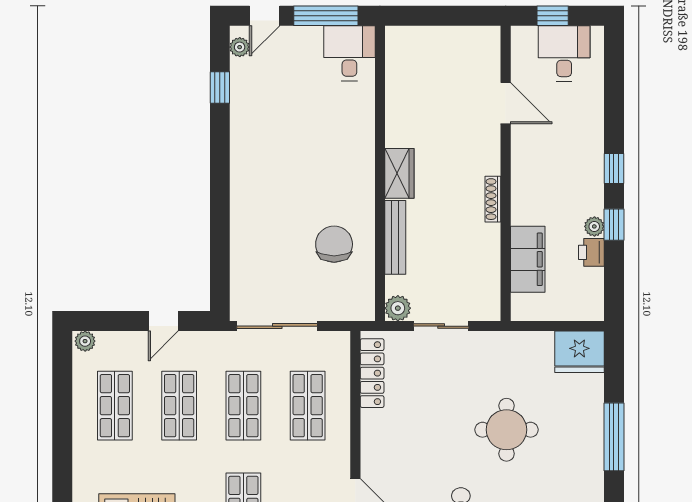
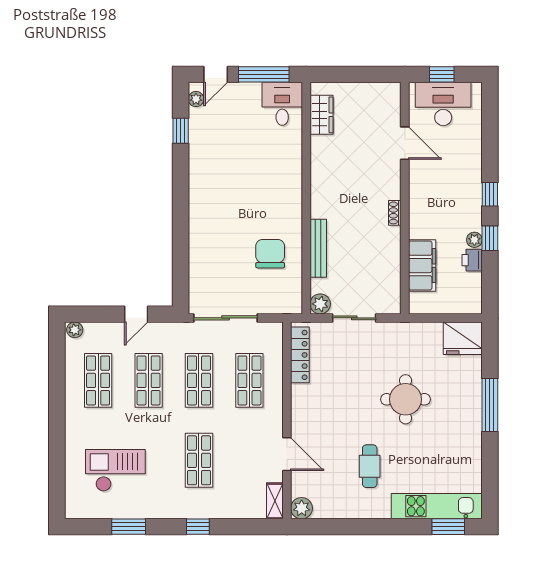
desk: (564, 53) -> (443, 104), width x1.37
wardrobe: (399, 173) -> (321, 115), moved
shoe rack: (493, 199) -> (395, 213), width x0.70

